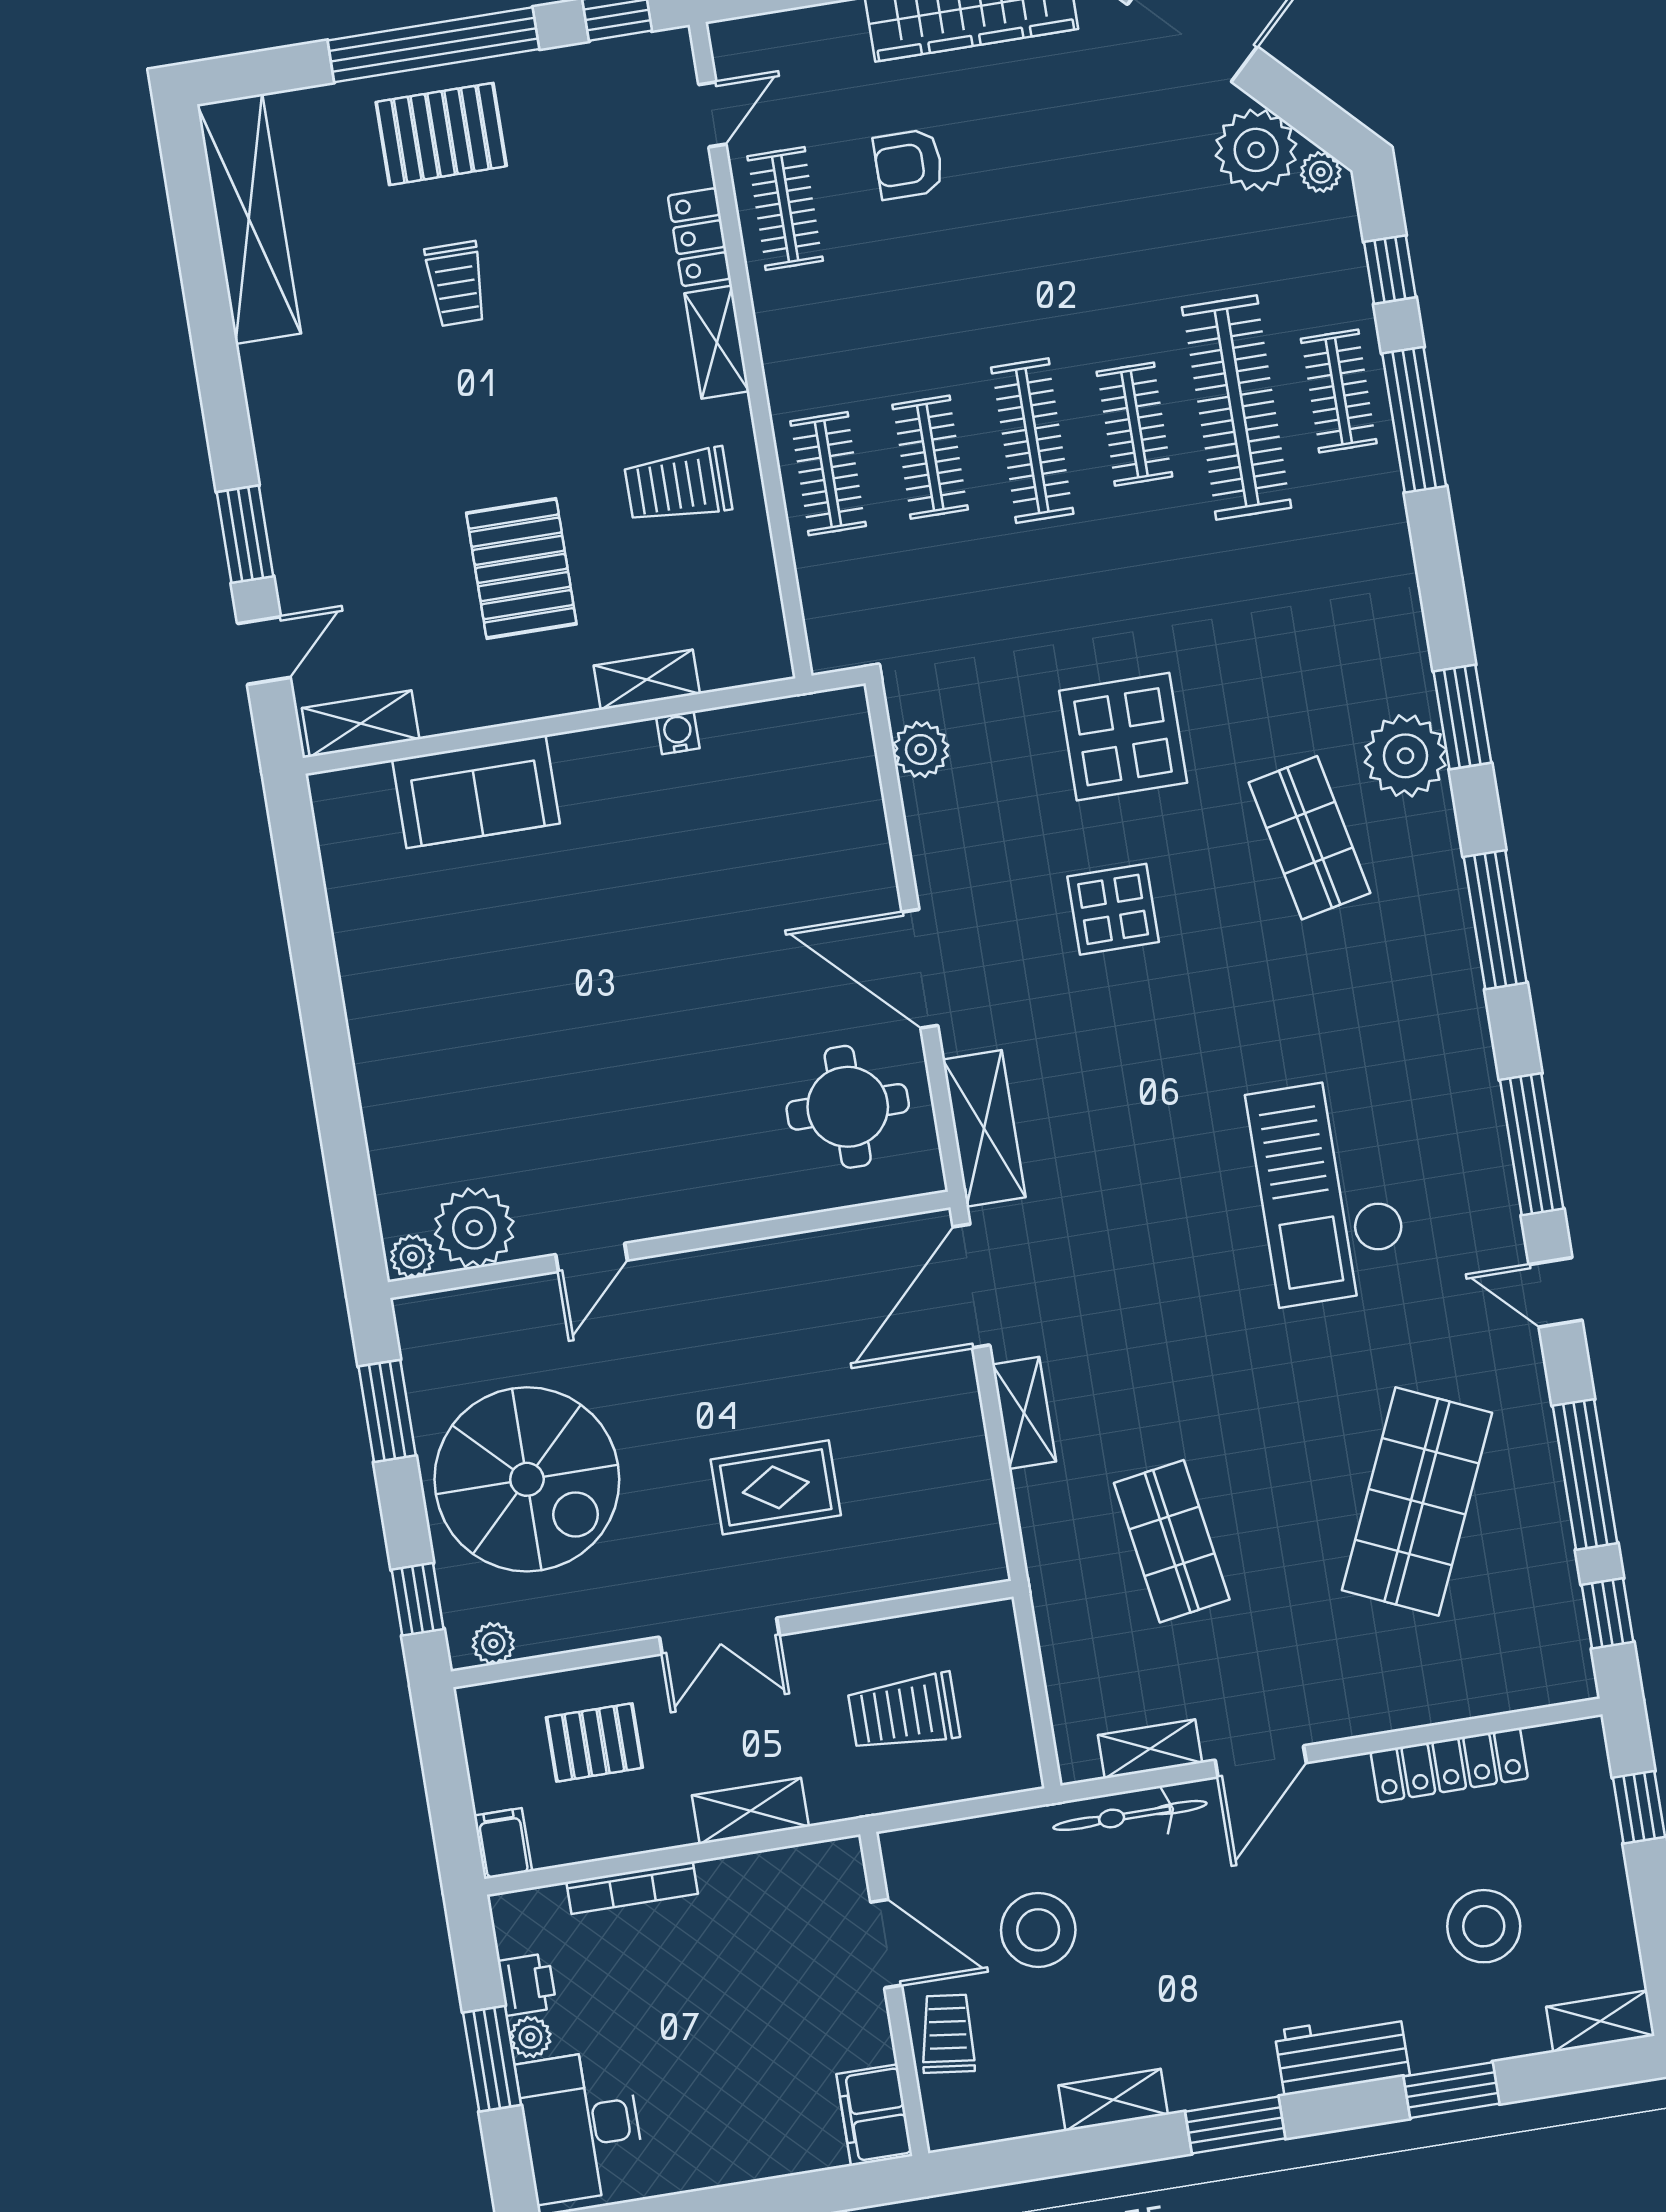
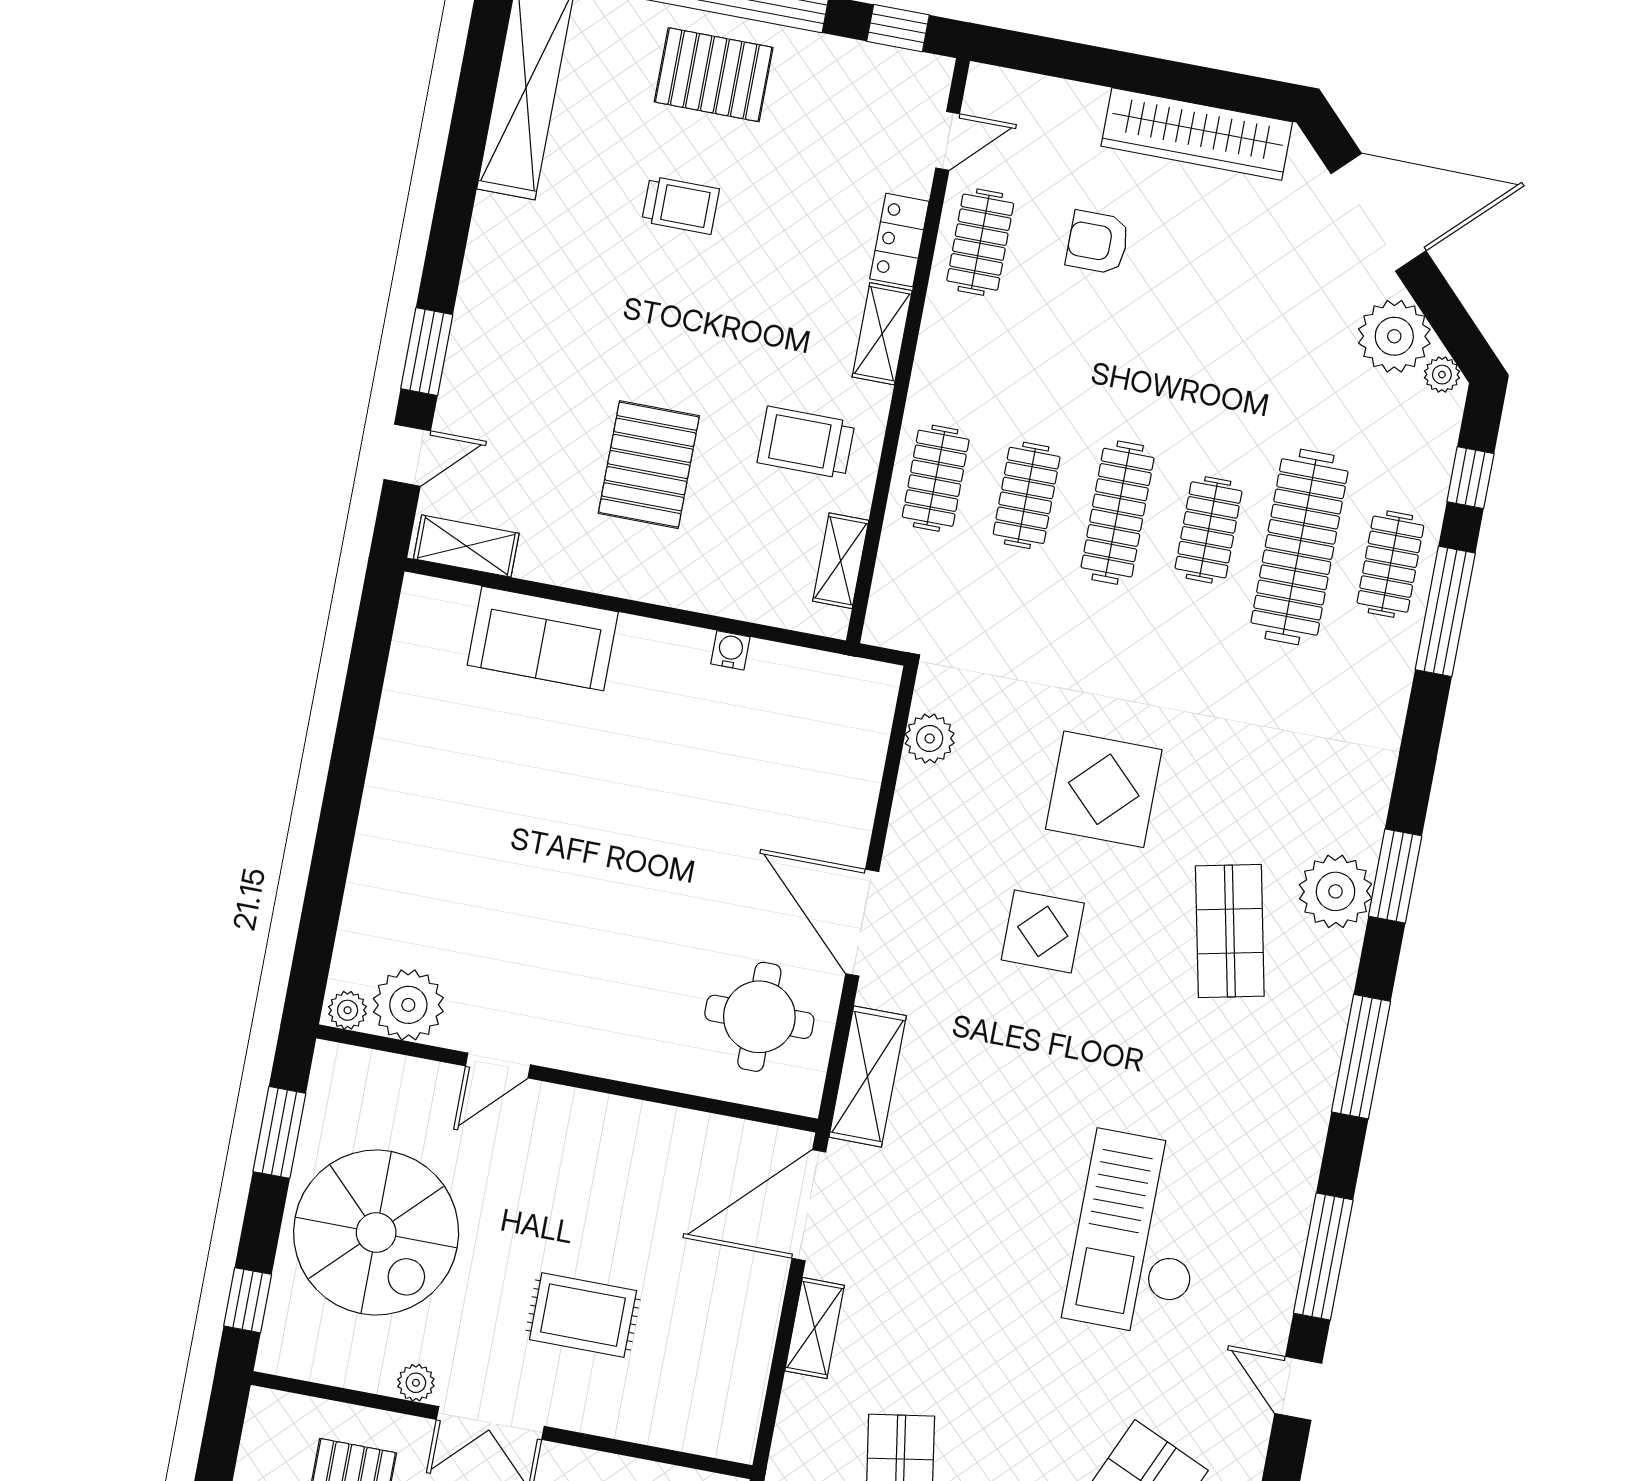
trolley: (456, 284) -> (681, 205), turned -90
shelving: (647, 680) -> (841, 561), moved, turned 90
plant: (493, 1644) -> (416, 1383), moved

